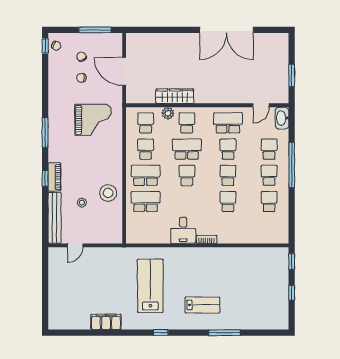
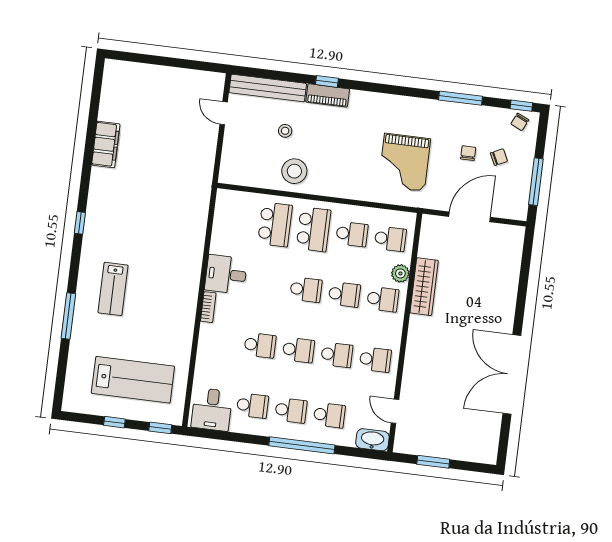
school desk: (228, 123) -> (375, 360), width x0.54
window: (45, 132) -> (461, 98), moved
school desk: (187, 149) -> (344, 294), width x0.54
desk: (275, 228) -> (212, 409), added
lab bench: (150, 286) -> (133, 380), moved

